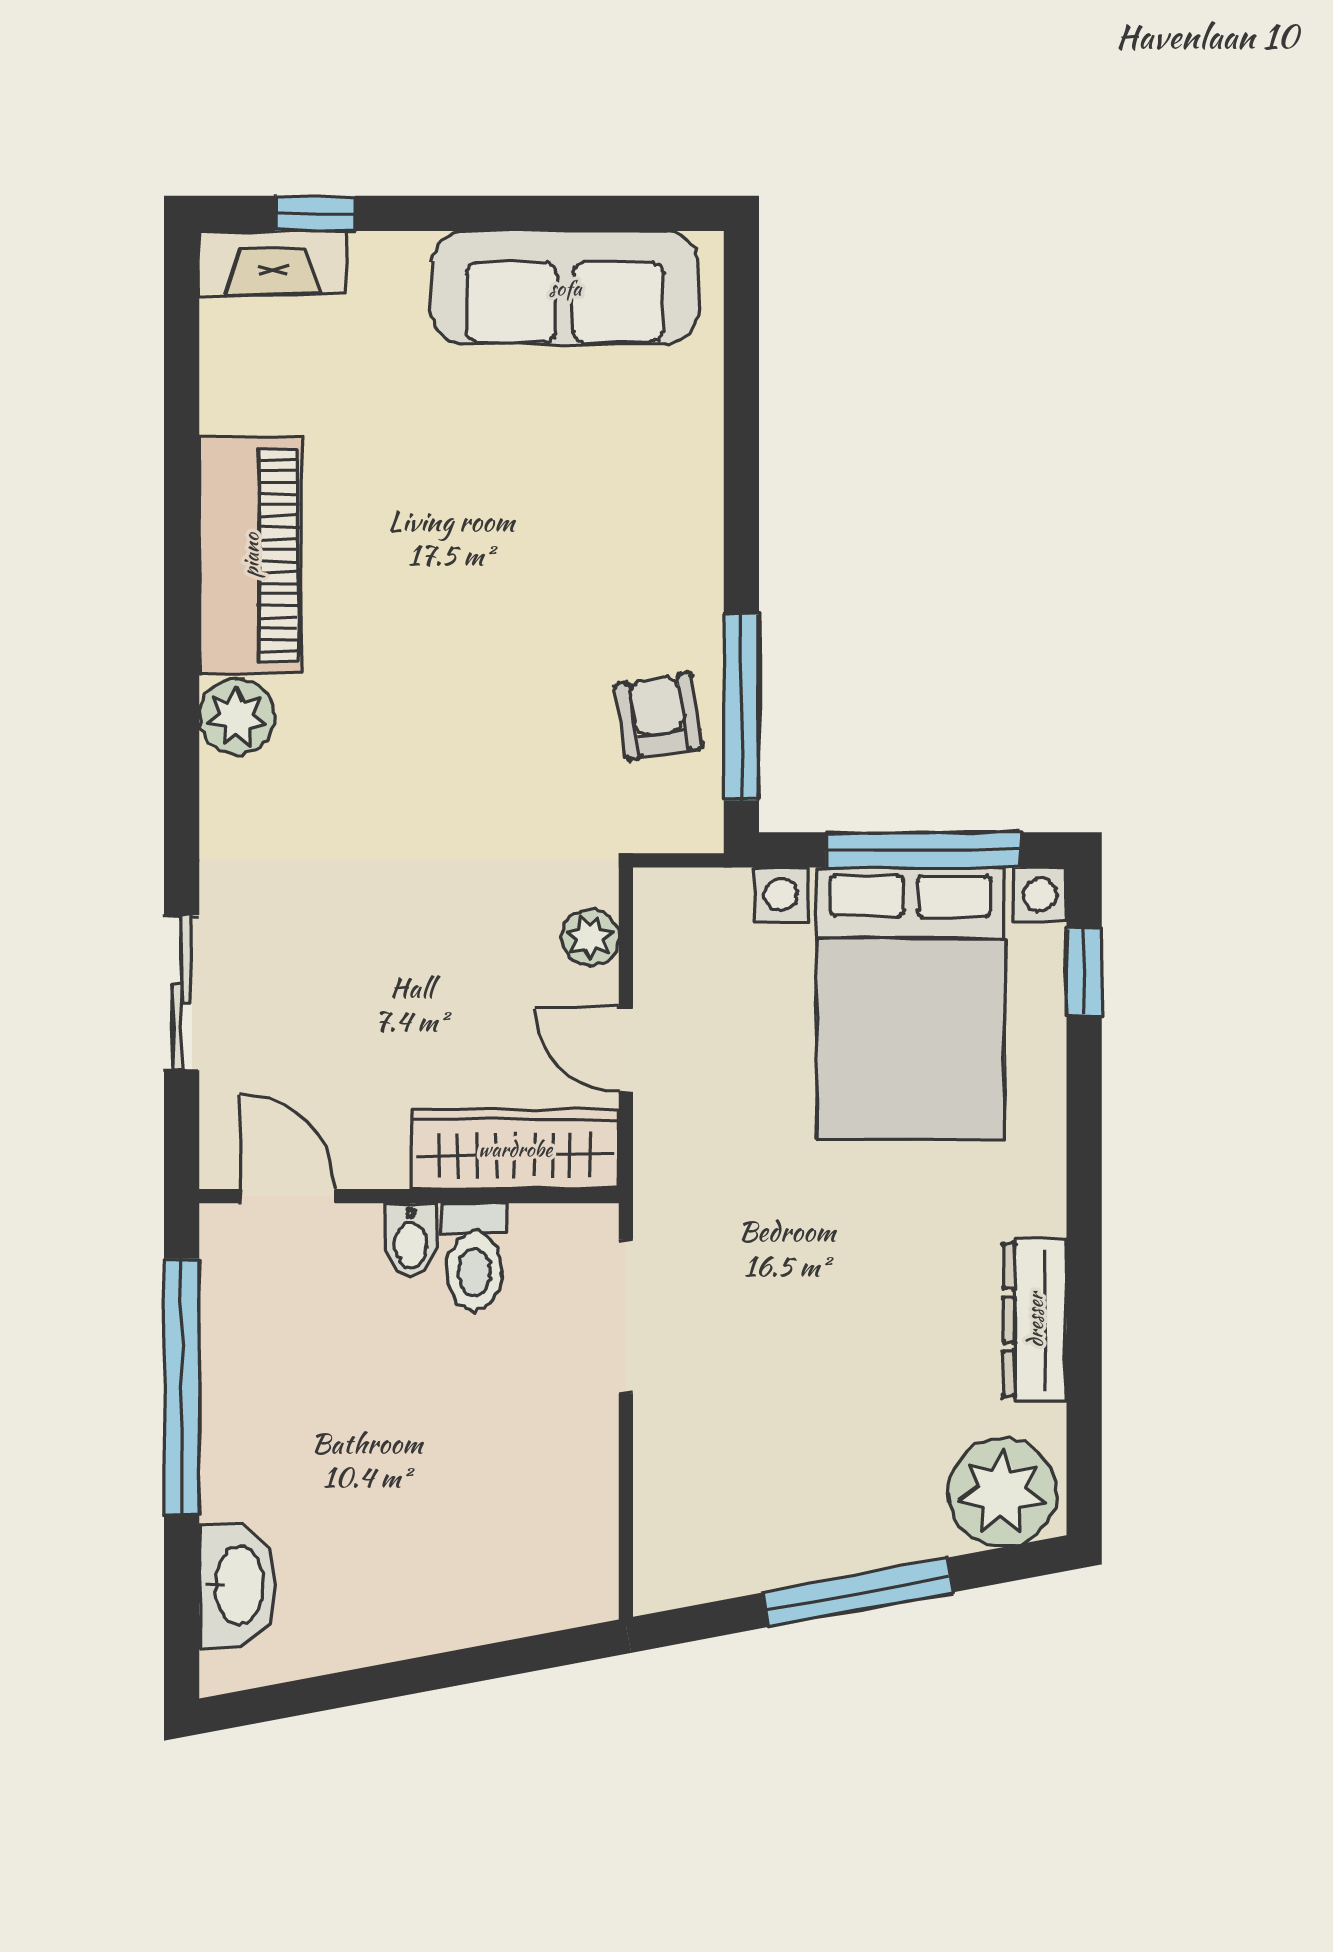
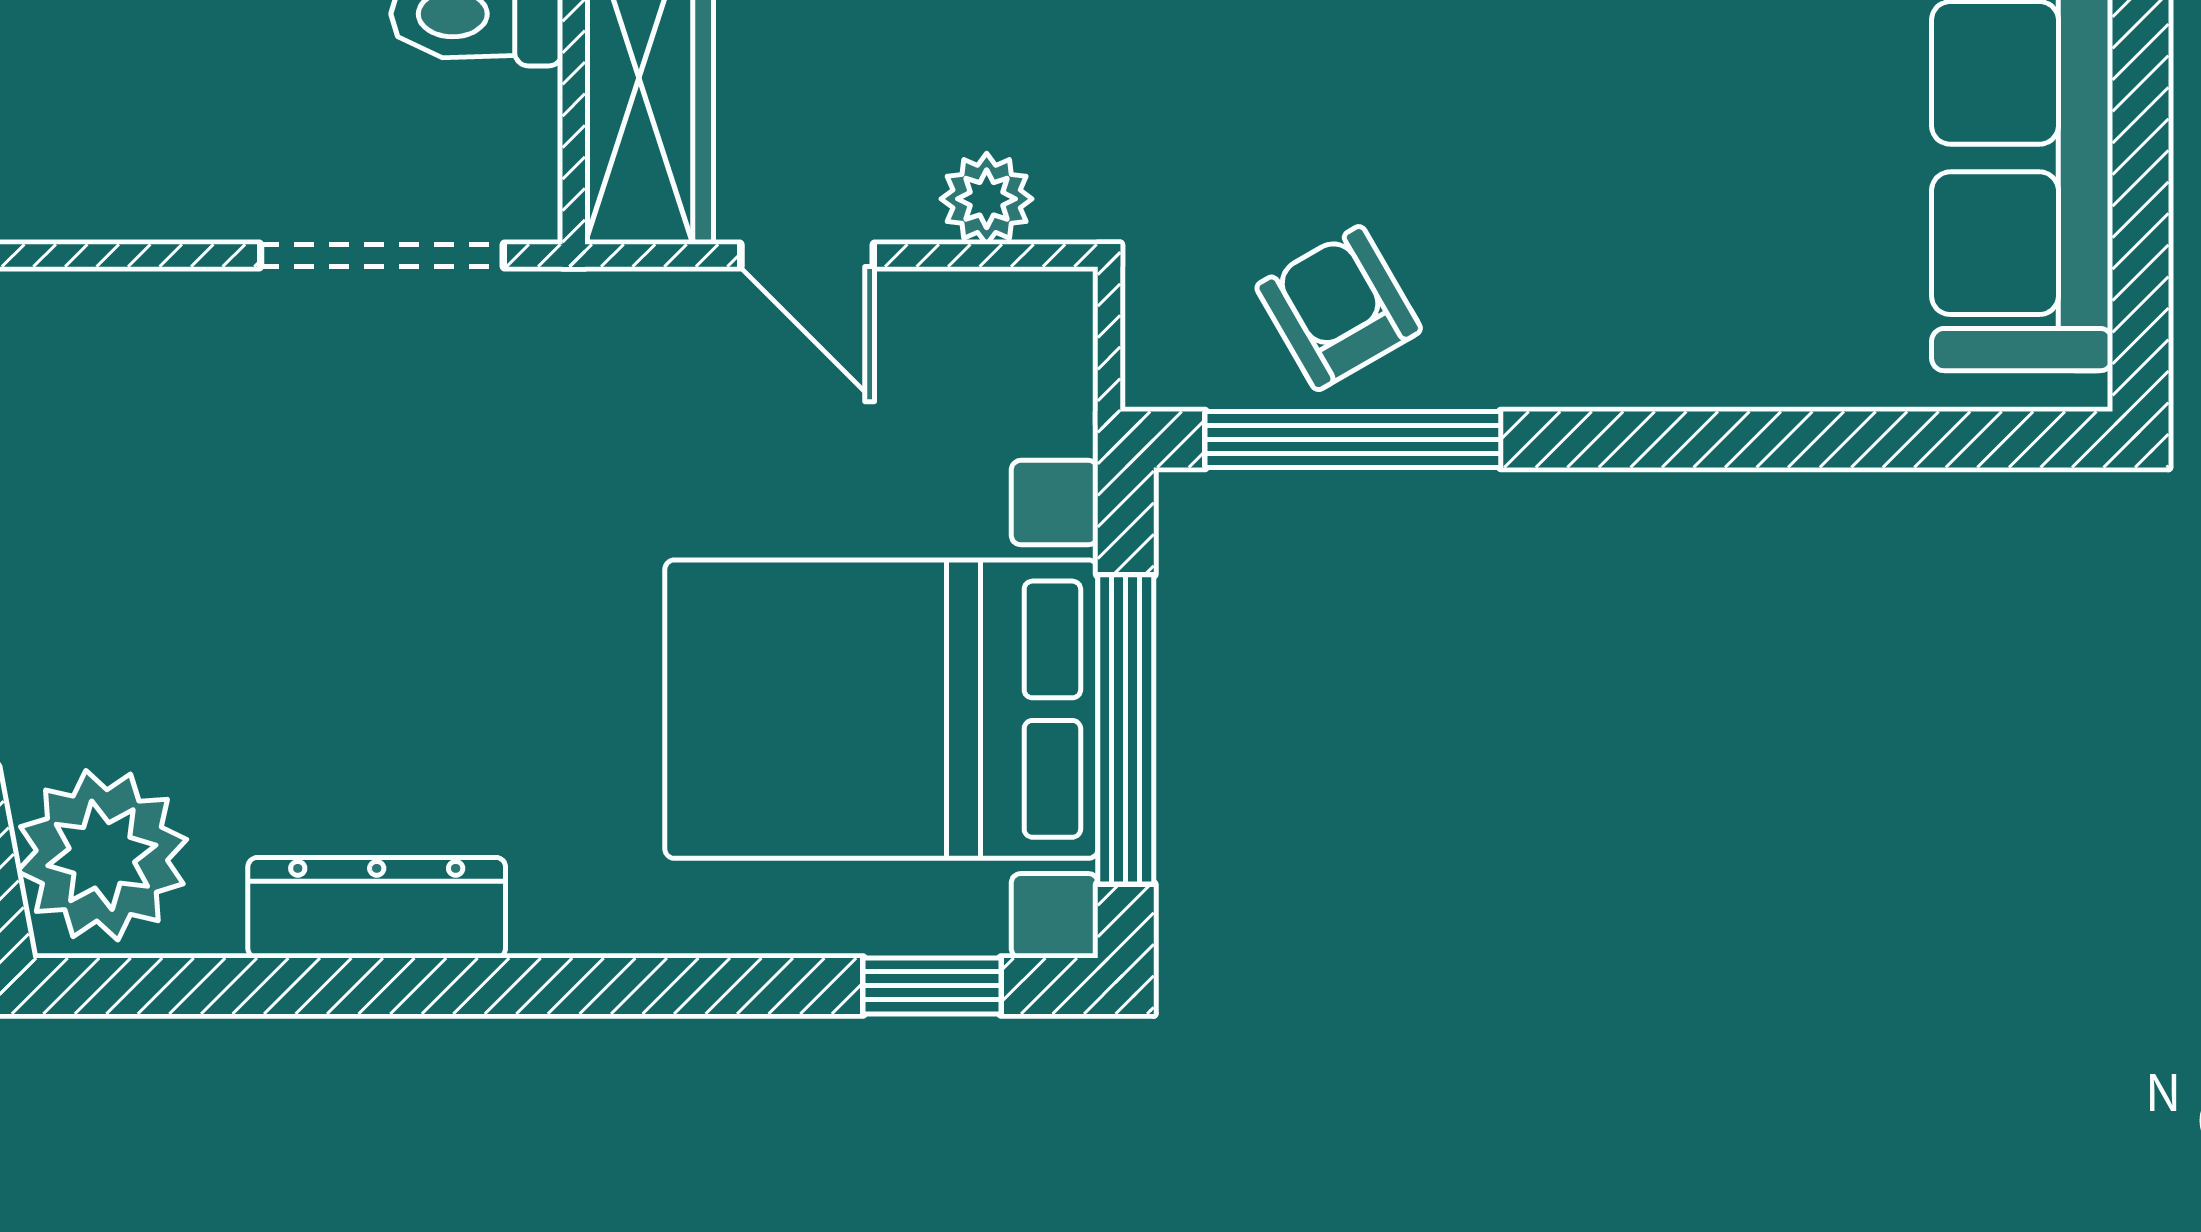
armchair: (659, 716) -> (1339, 308), turned -111
door: (626, 1050) -> (807, 256), swing flipped

